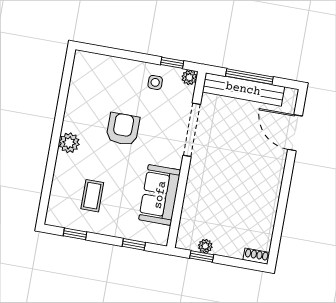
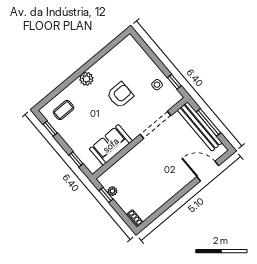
plant: (189, 77) -> (177, 97), removed
door: (295, 133) -> (208, 171), hinge flipped
coffee table: (92, 196) -> (63, 110), moved

